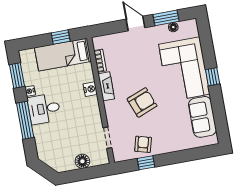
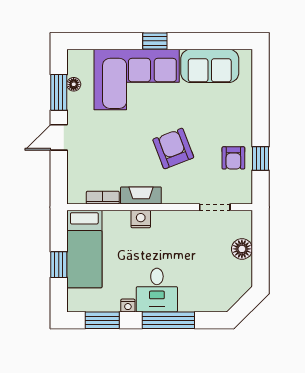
window: (61, 37) -> (59, 265), moved
armchair: (143, 144) -> (233, 158), turned -105

